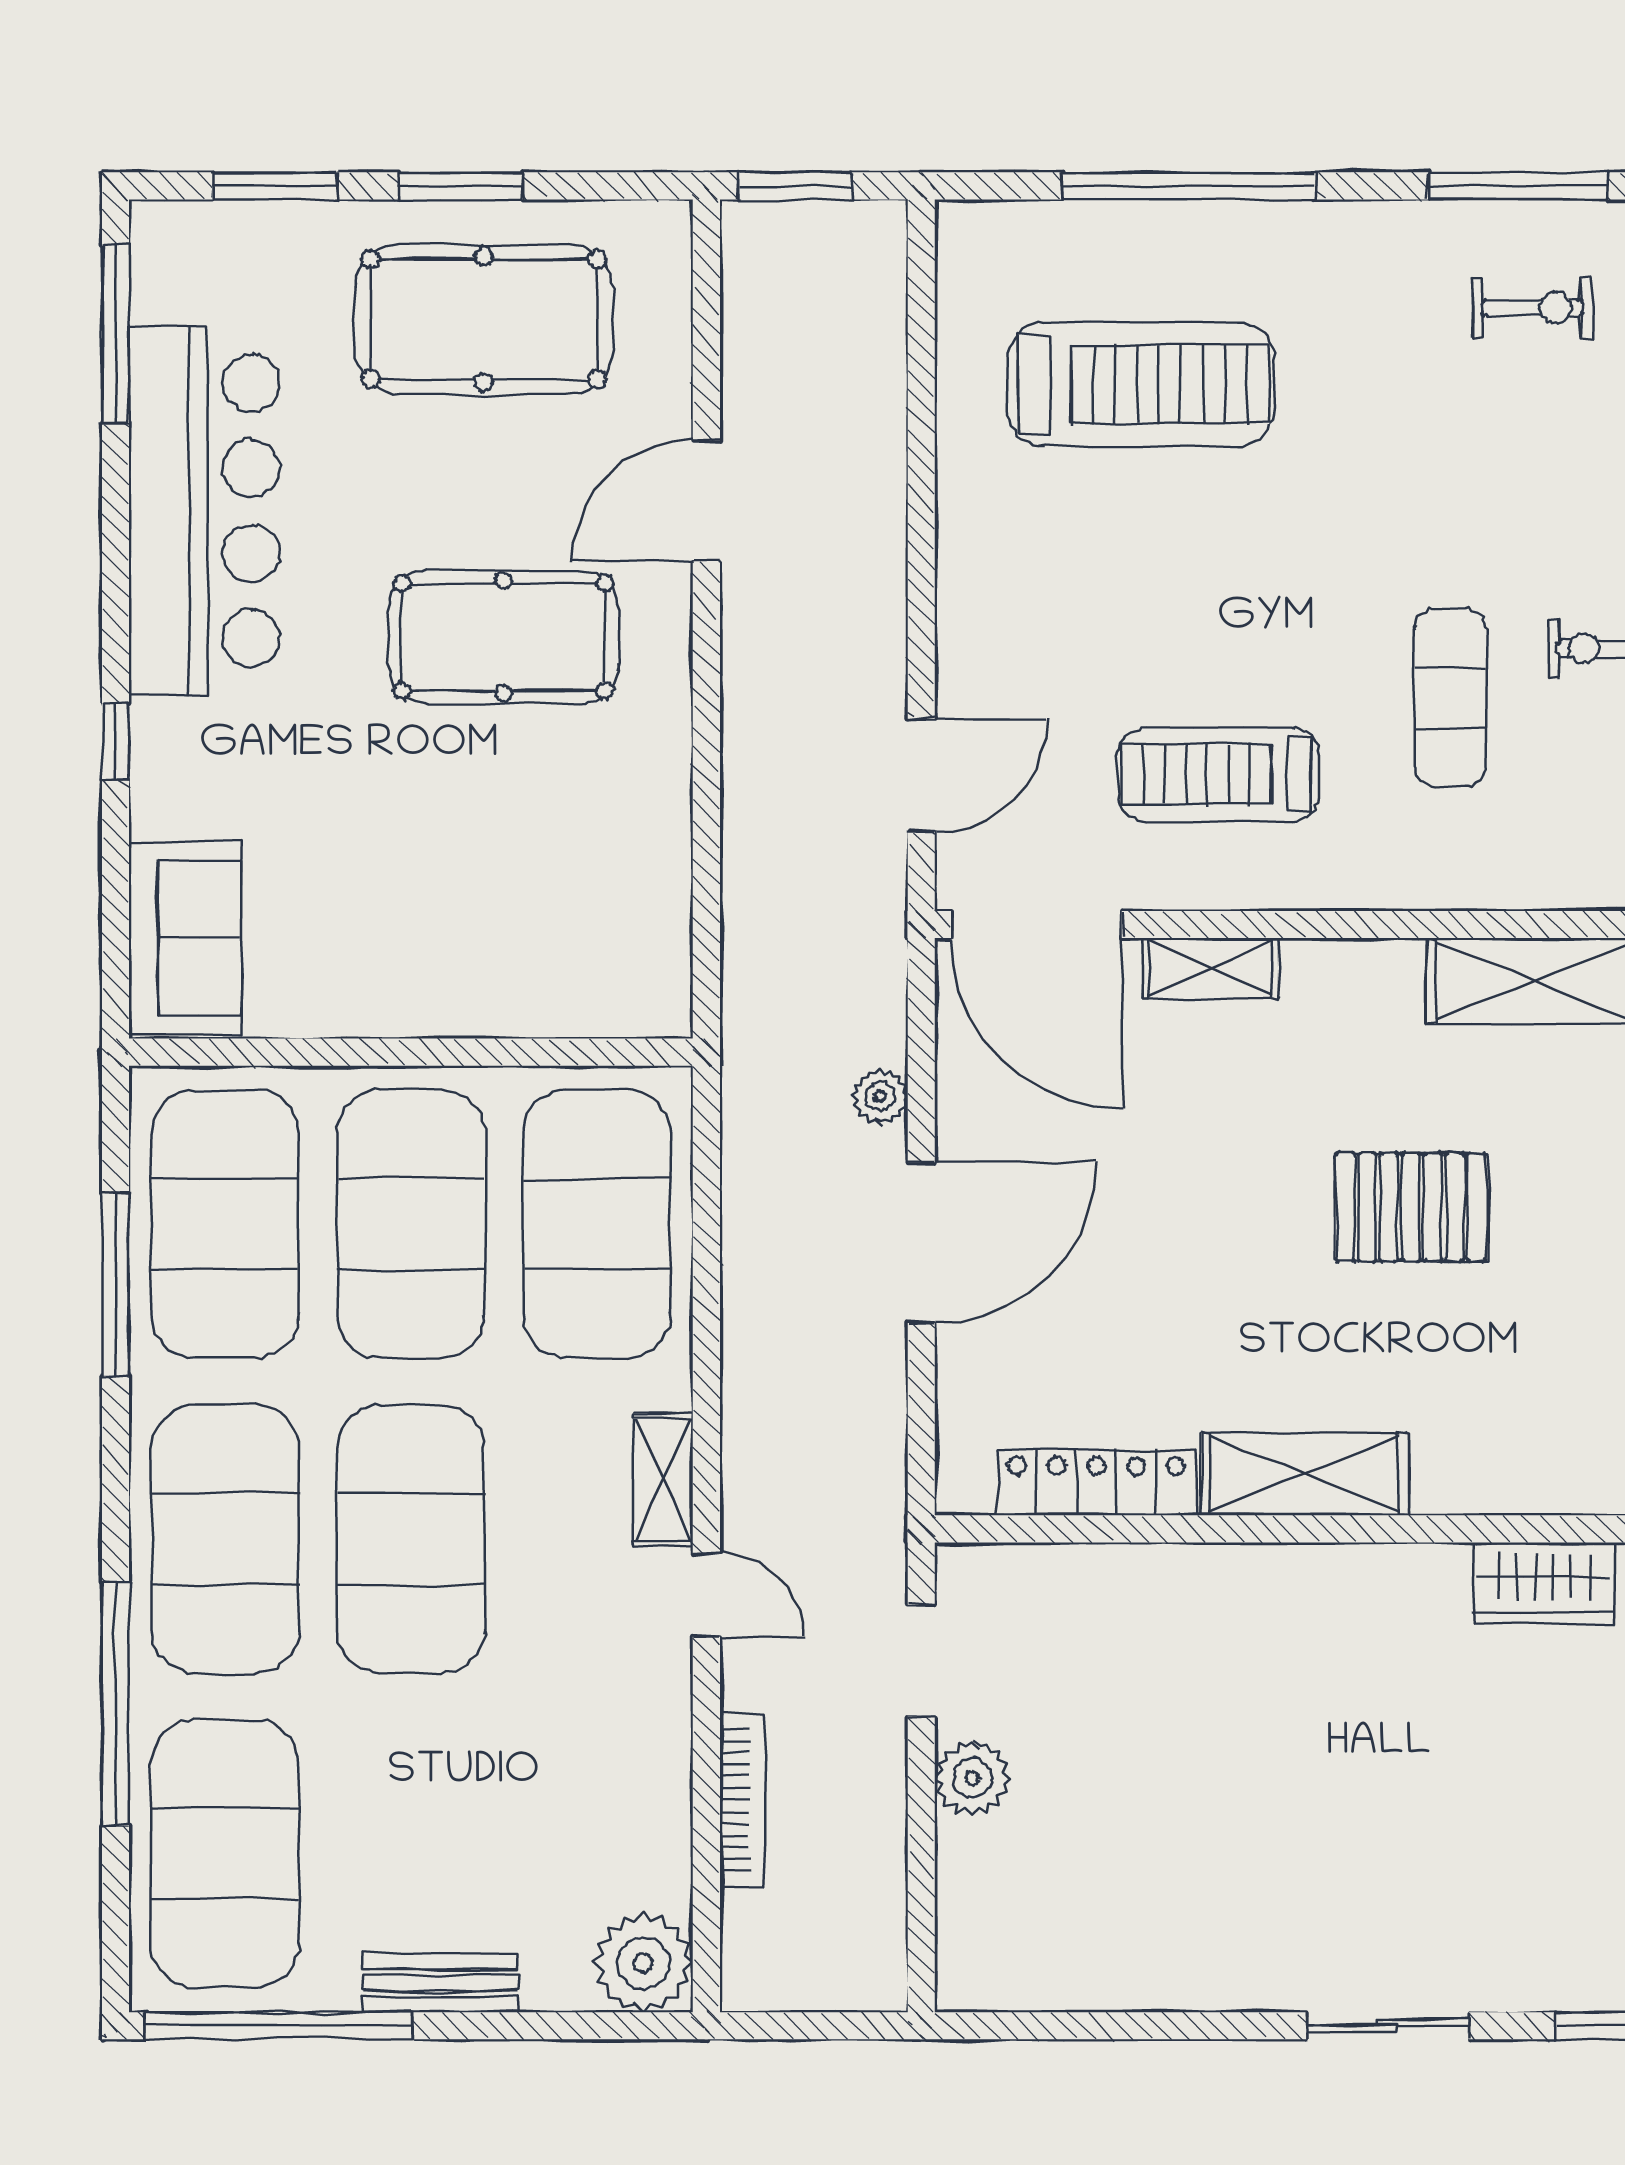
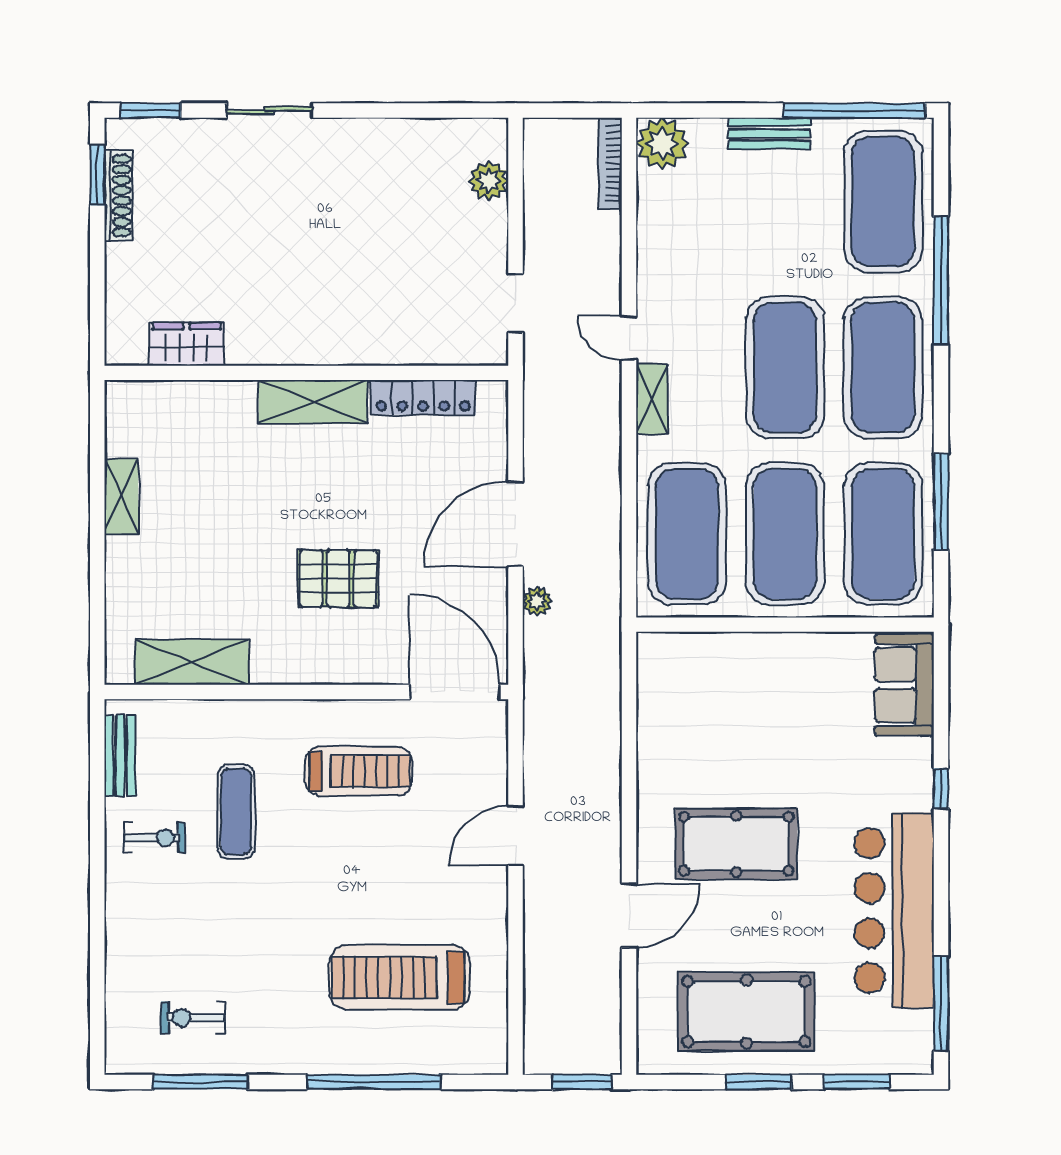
door: (921, 775) -> (516, 836), moved
shelving: (1211, 968) -> (363, 669), removed
pallet: (1411, 1207) -> (338, 578), moved
plant: (972, 1778) -> (489, 181), moved
bookcase: (742, 1800) -> (610, 164), moved

